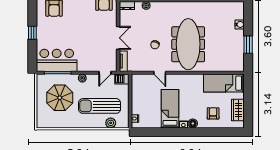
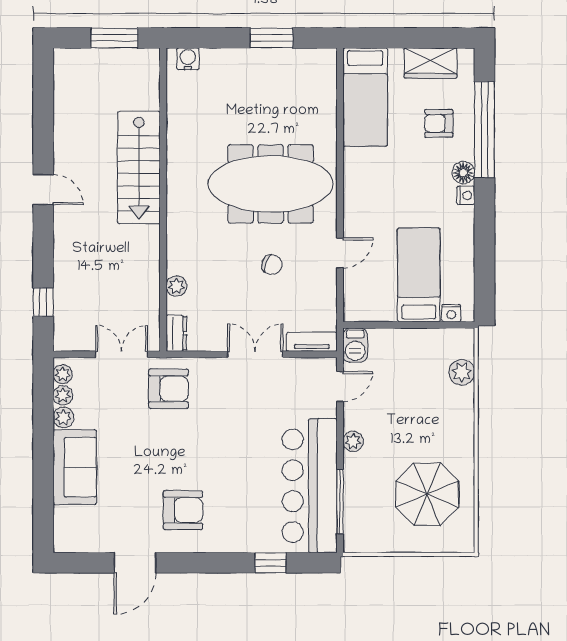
water cooler: (240, 24) -> (188, 59), moved
window: (32, 33) -> (270, 563), moved
bar counter: (57, 60) -> (310, 486), width x1.36
door: (105, 73) -> (340, 386), hinge flipped
parasol: (60, 98) -> (427, 494), moved
sun lounger: (100, 106) -> (421, 399), removed
bed: (170, 109) -> (419, 275), moved, turned 90
window: (210, 132) -> (484, 130), added

